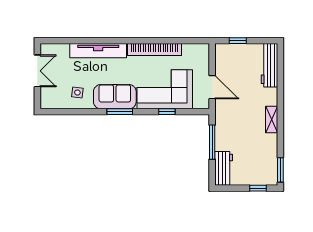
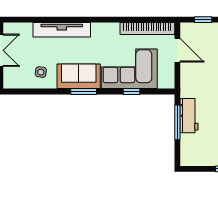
bookcase: (154, 50) -> (147, 29), moved
door: (212, 87) -> (177, 50), moved
workbench: (224, 168) -> (189, 116), moved

